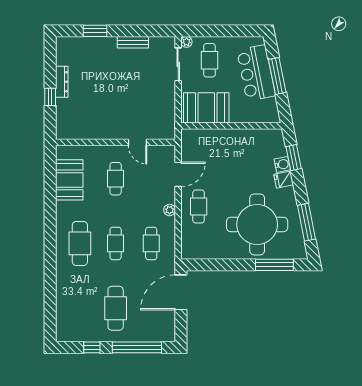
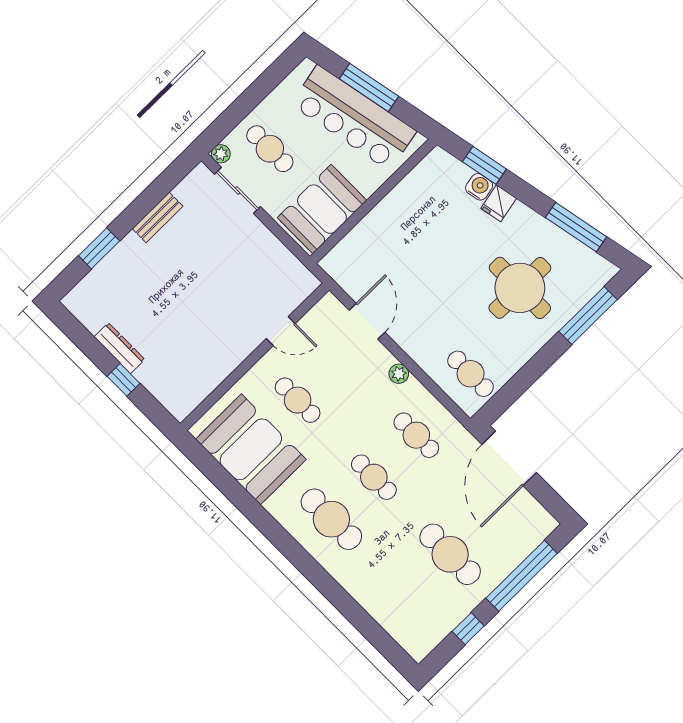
bar counter: (256, 73) -> (354, 118), width x1.36
booth: (69, 180) -> (251, 449), width x1.36, depth x1.42
cafe table: (199, 207) -> (471, 374), moved
round table: (257, 224) -> (520, 288), width x0.73, depth x0.73

